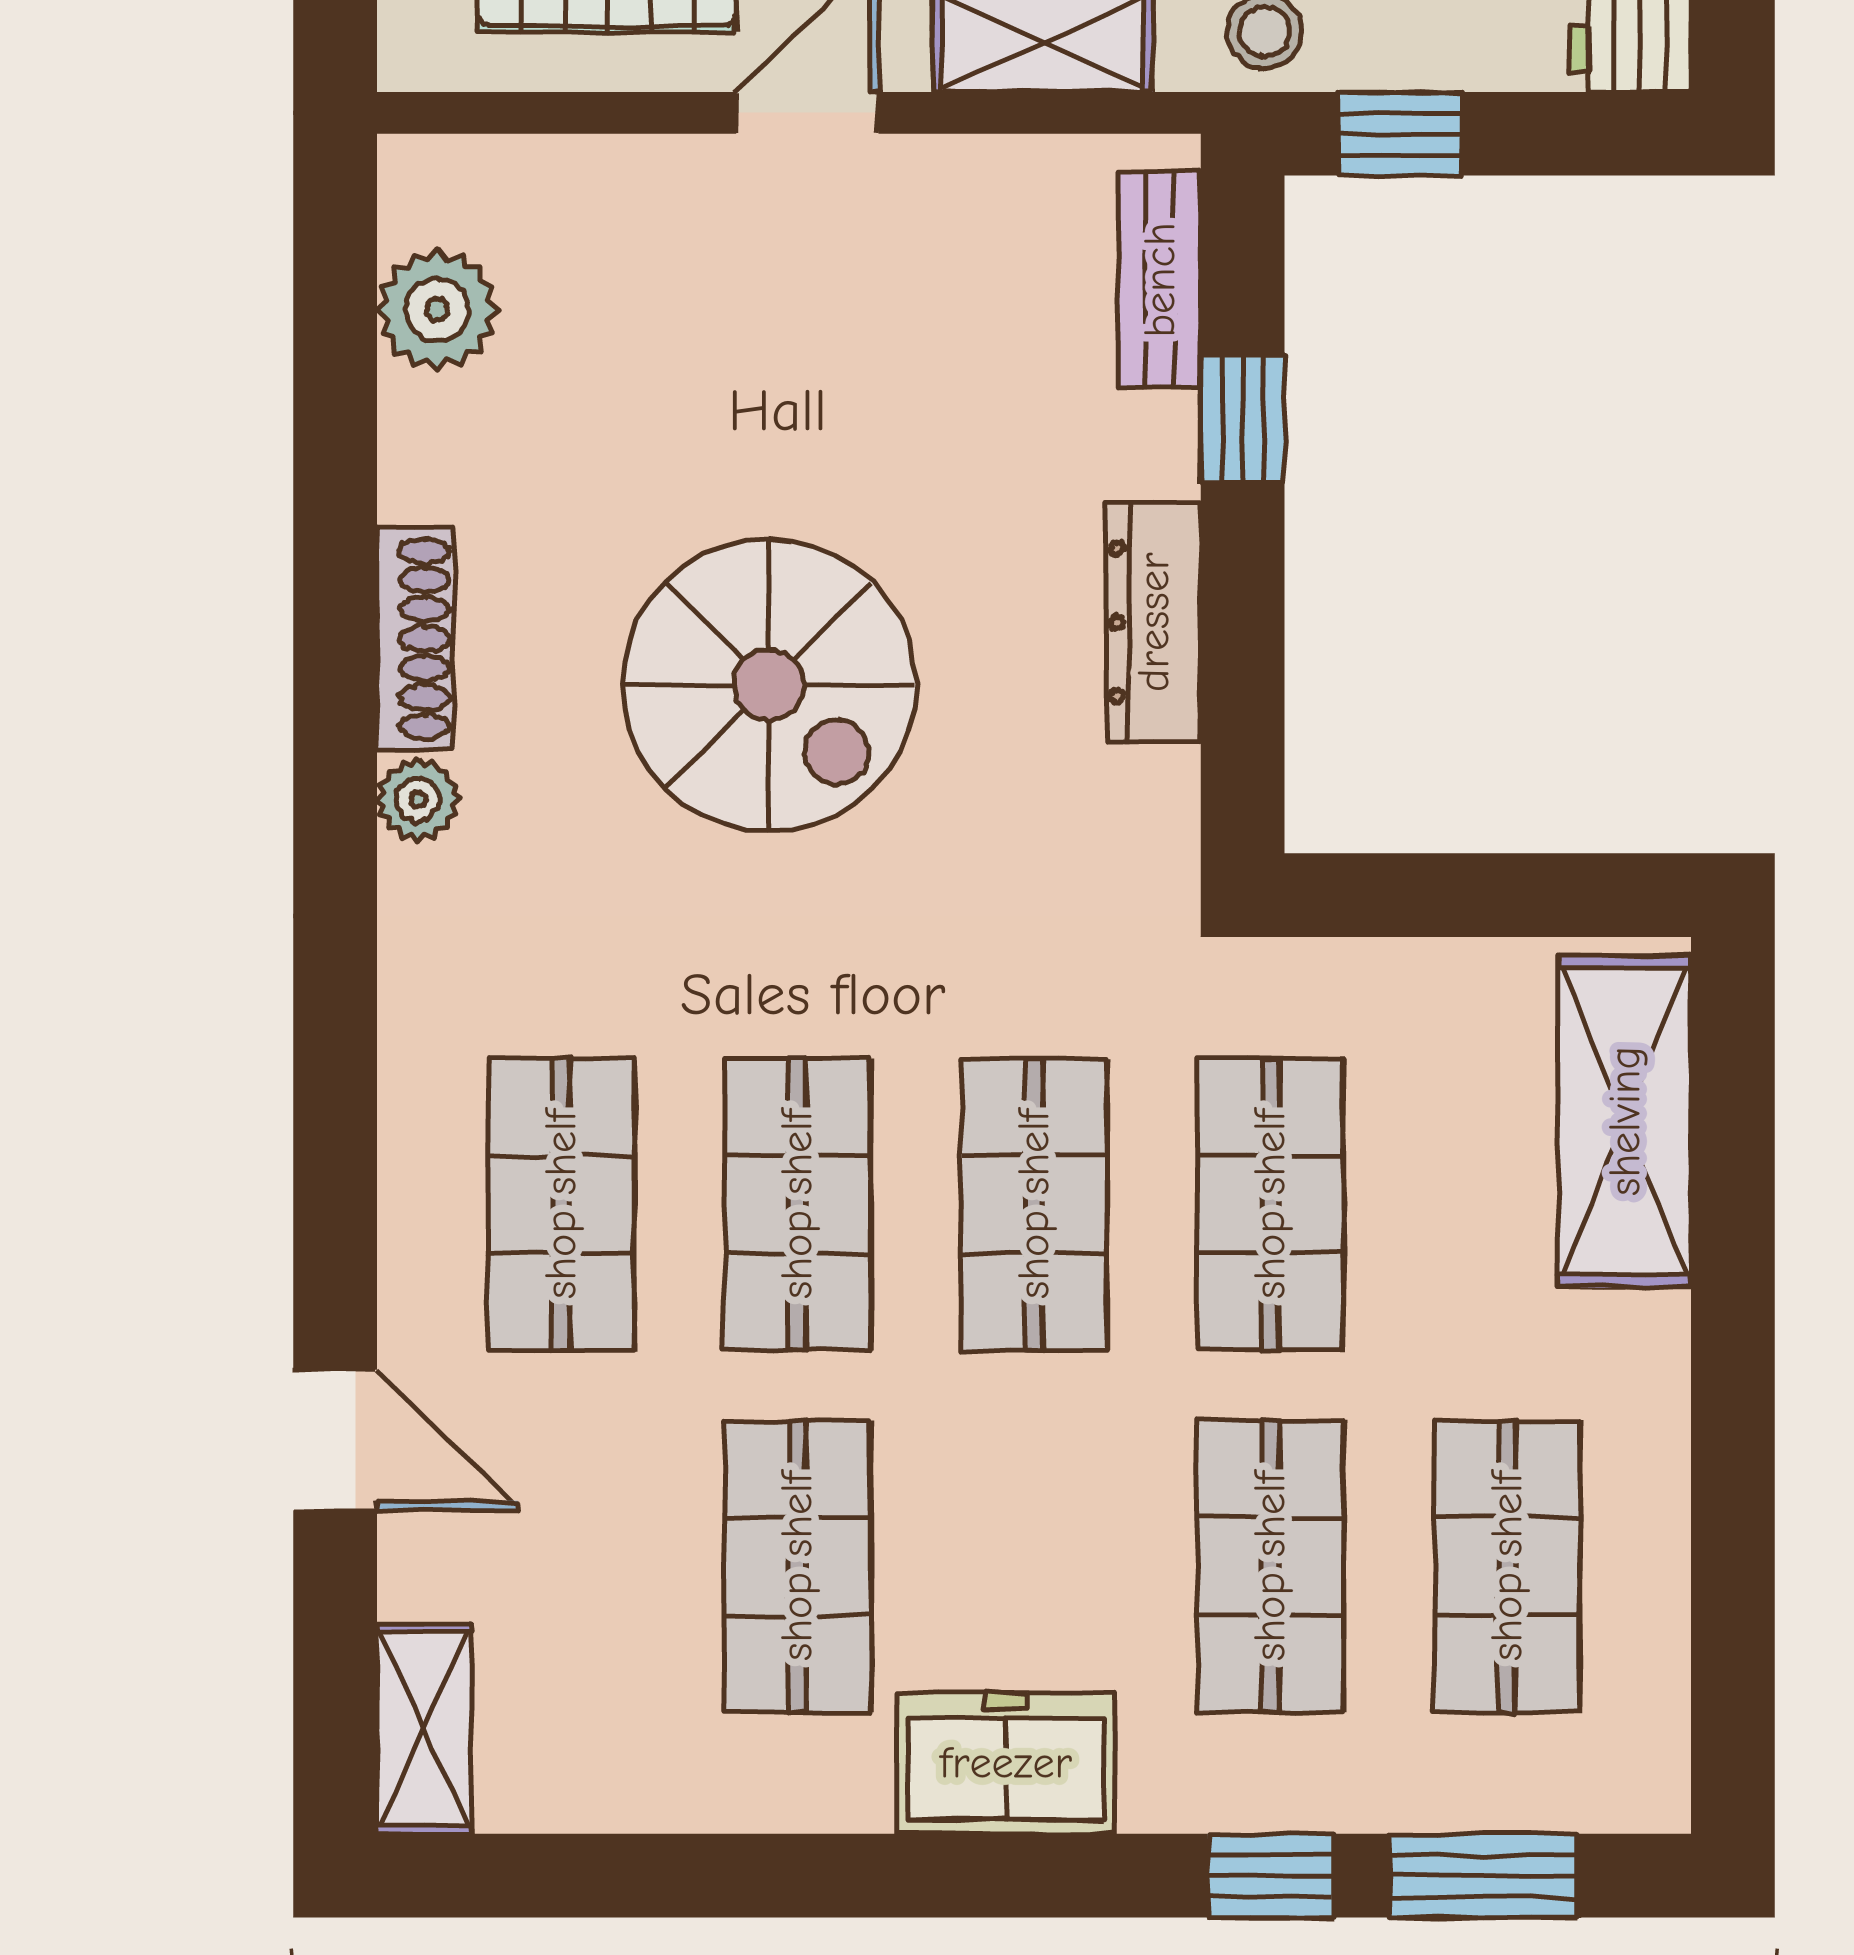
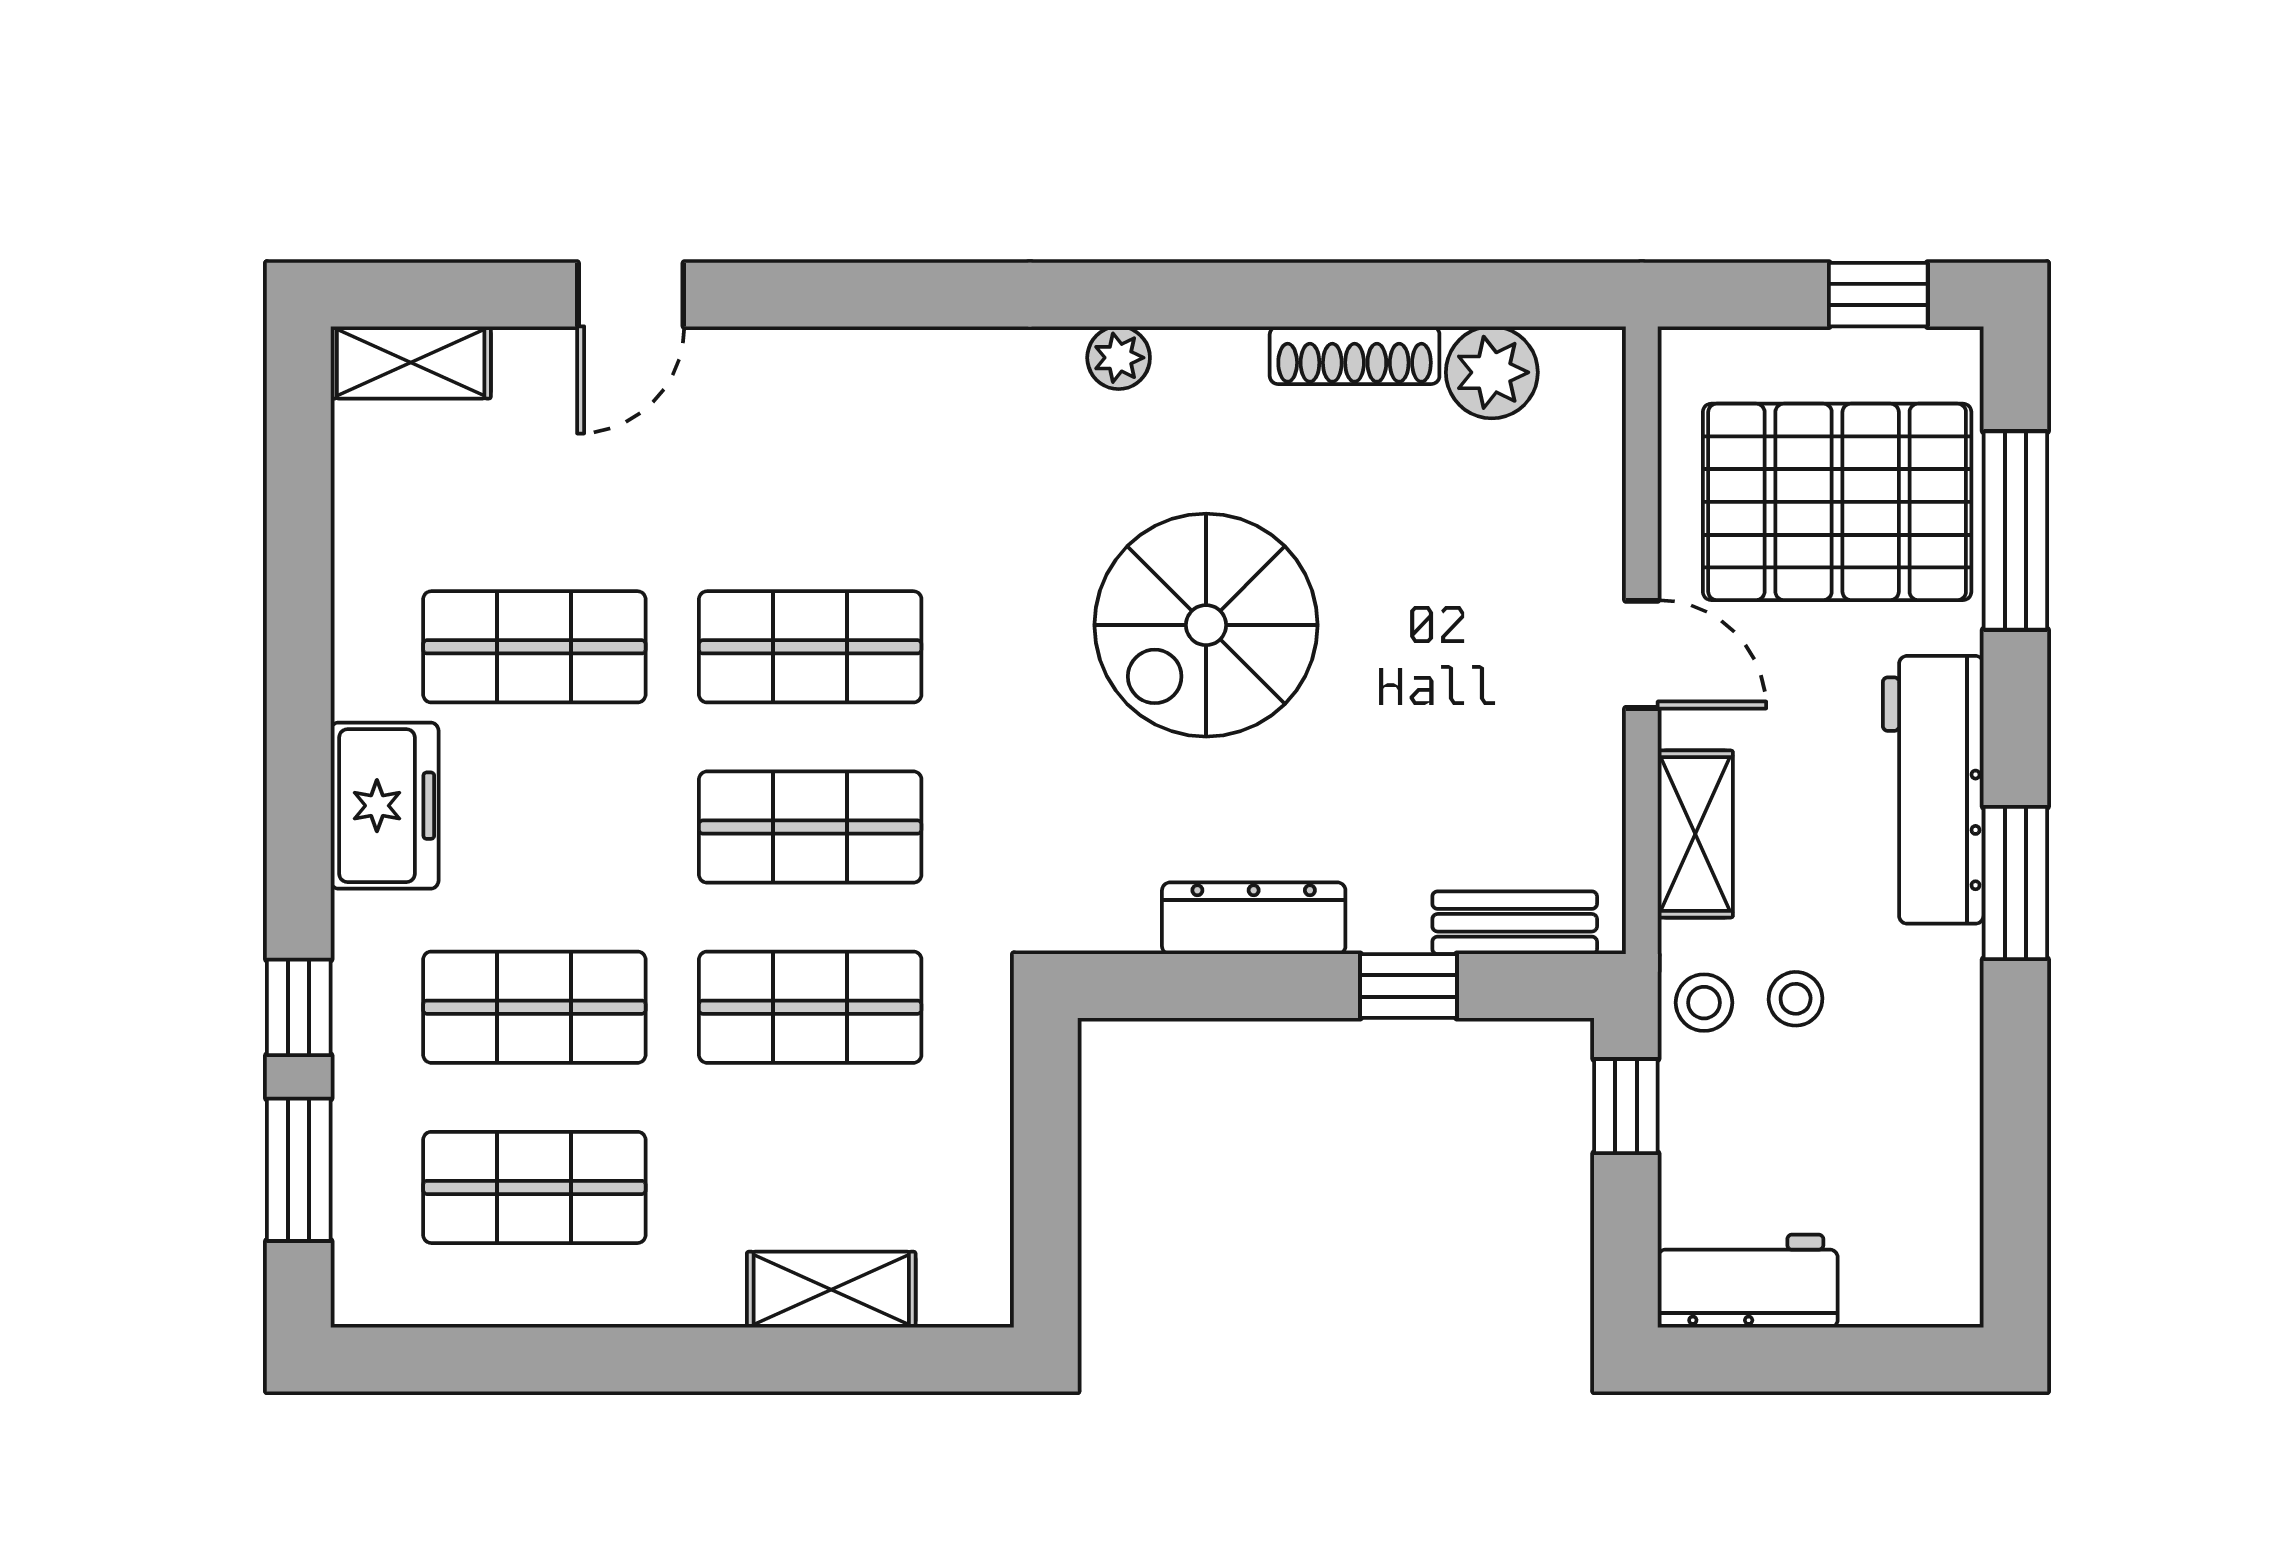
shoe rack: (415, 639) -> (1355, 355), moved
shelving: (1625, 1121) -> (831, 1290), width x0.67, depth x0.75
shop shelf: (561, 1204) -> (810, 467), removed

